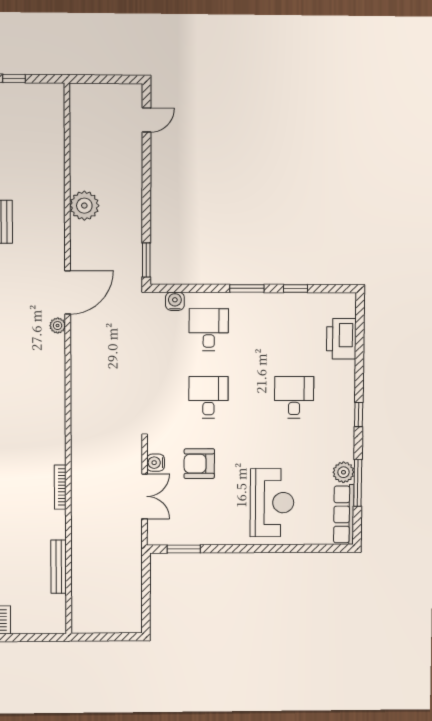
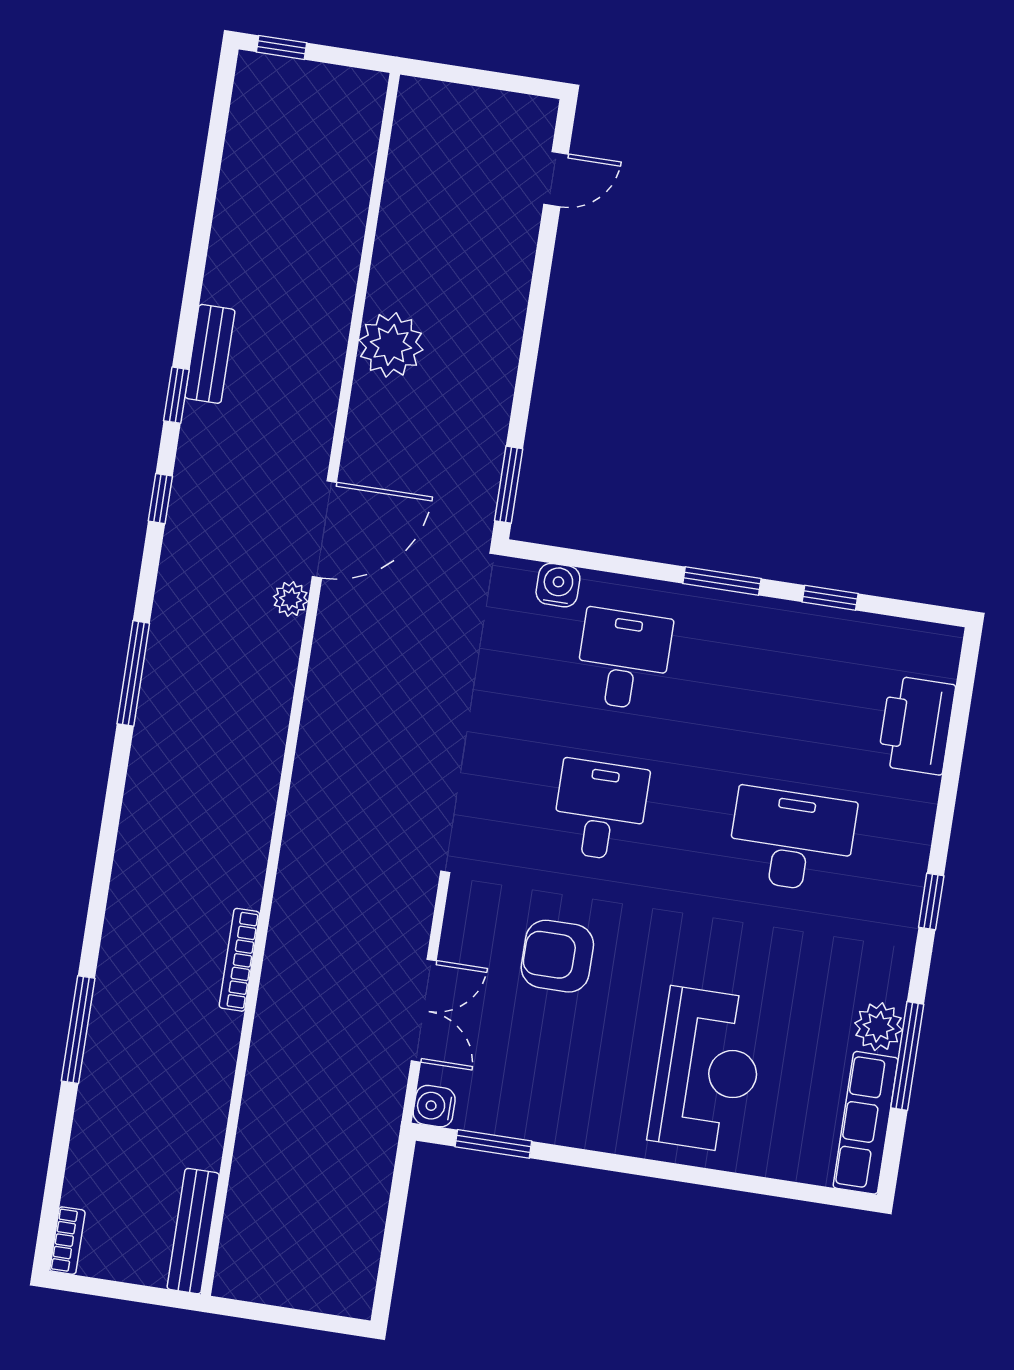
desk: (294, 397) -> (792, 840), width x1.37
water cooler: (156, 463) -> (434, 1106), moved
bench: (59, 567) -> (193, 1231), moved

